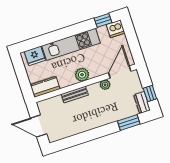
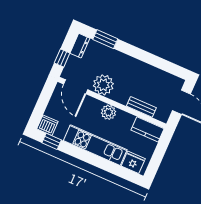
door: (120, 72) -> (76, 87), hinge flipped
plant: (105, 85) -> (103, 85), width x1.87, depth x1.87
window: (150, 93) -> (62, 58), moved
bench: (75, 95) -> (141, 107), moved

